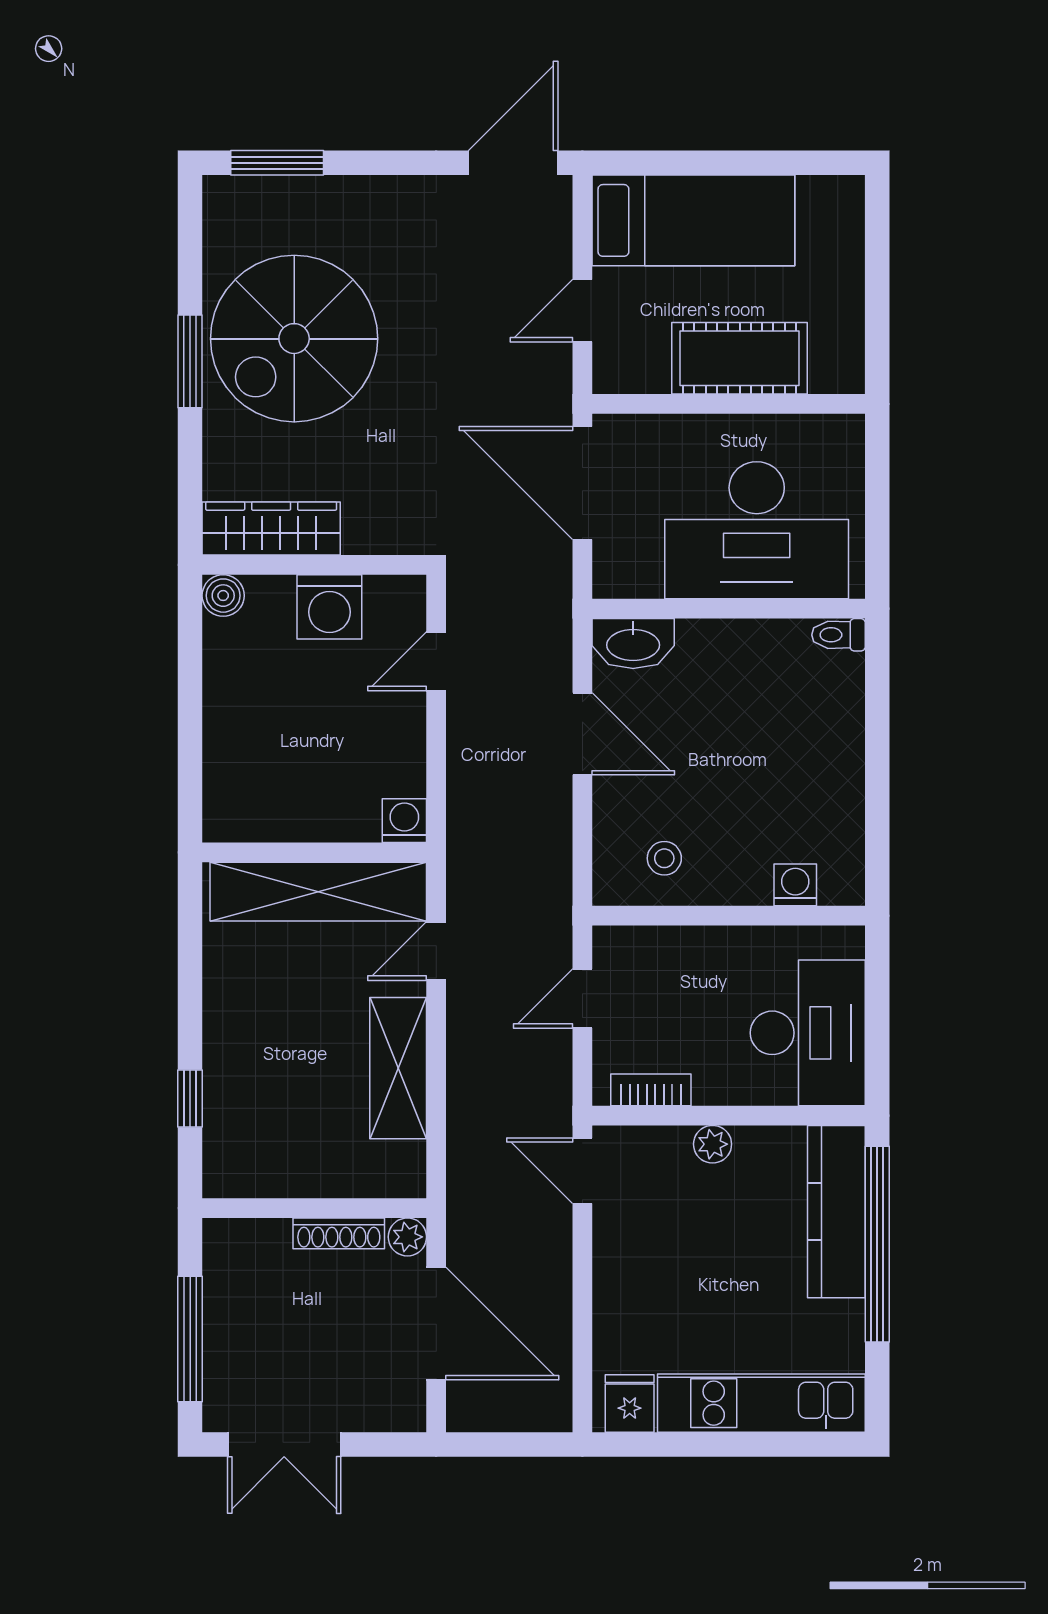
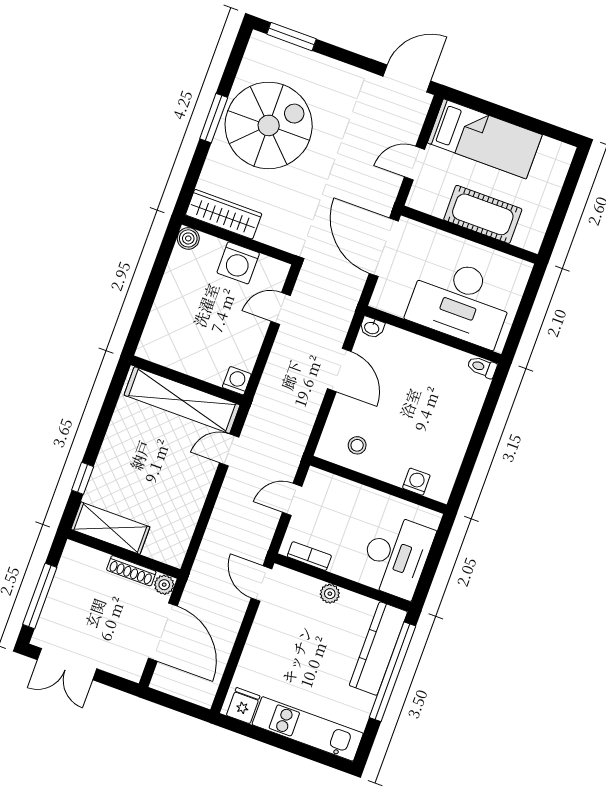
spiral stairs: (294, 339) -> (269, 125), turned 180
washbasin: (633, 643) -> (372, 328), width x0.52, depth x0.69
shelving: (398, 1068) -> (110, 528), moved, turned 90

